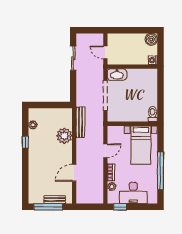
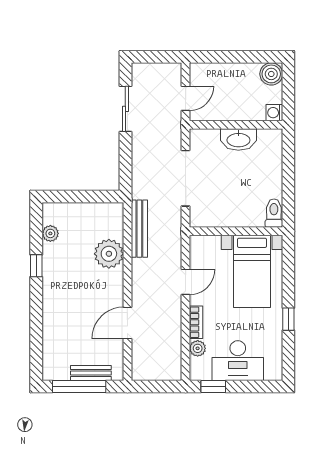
door: (105, 52) -> (186, 98), swing flipped
washbasin: (117, 75) -> (238, 139), moved
window: (160, 171) -> (288, 319), width x0.32

